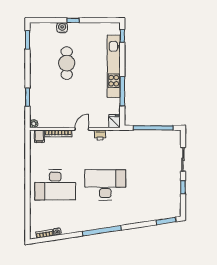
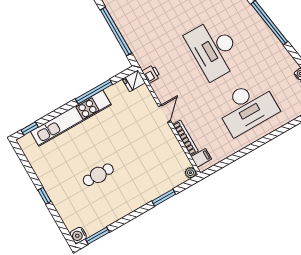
water cooler: (62, 28) -> (78, 235), moved
cafe table: (67, 63) -> (98, 175), width x0.73, depth x0.74
door: (82, 129) -> (165, 114), swing flipped
printer: (100, 135) -> (151, 74), moved
desk: (55, 185) -> (247, 107), turned 90

